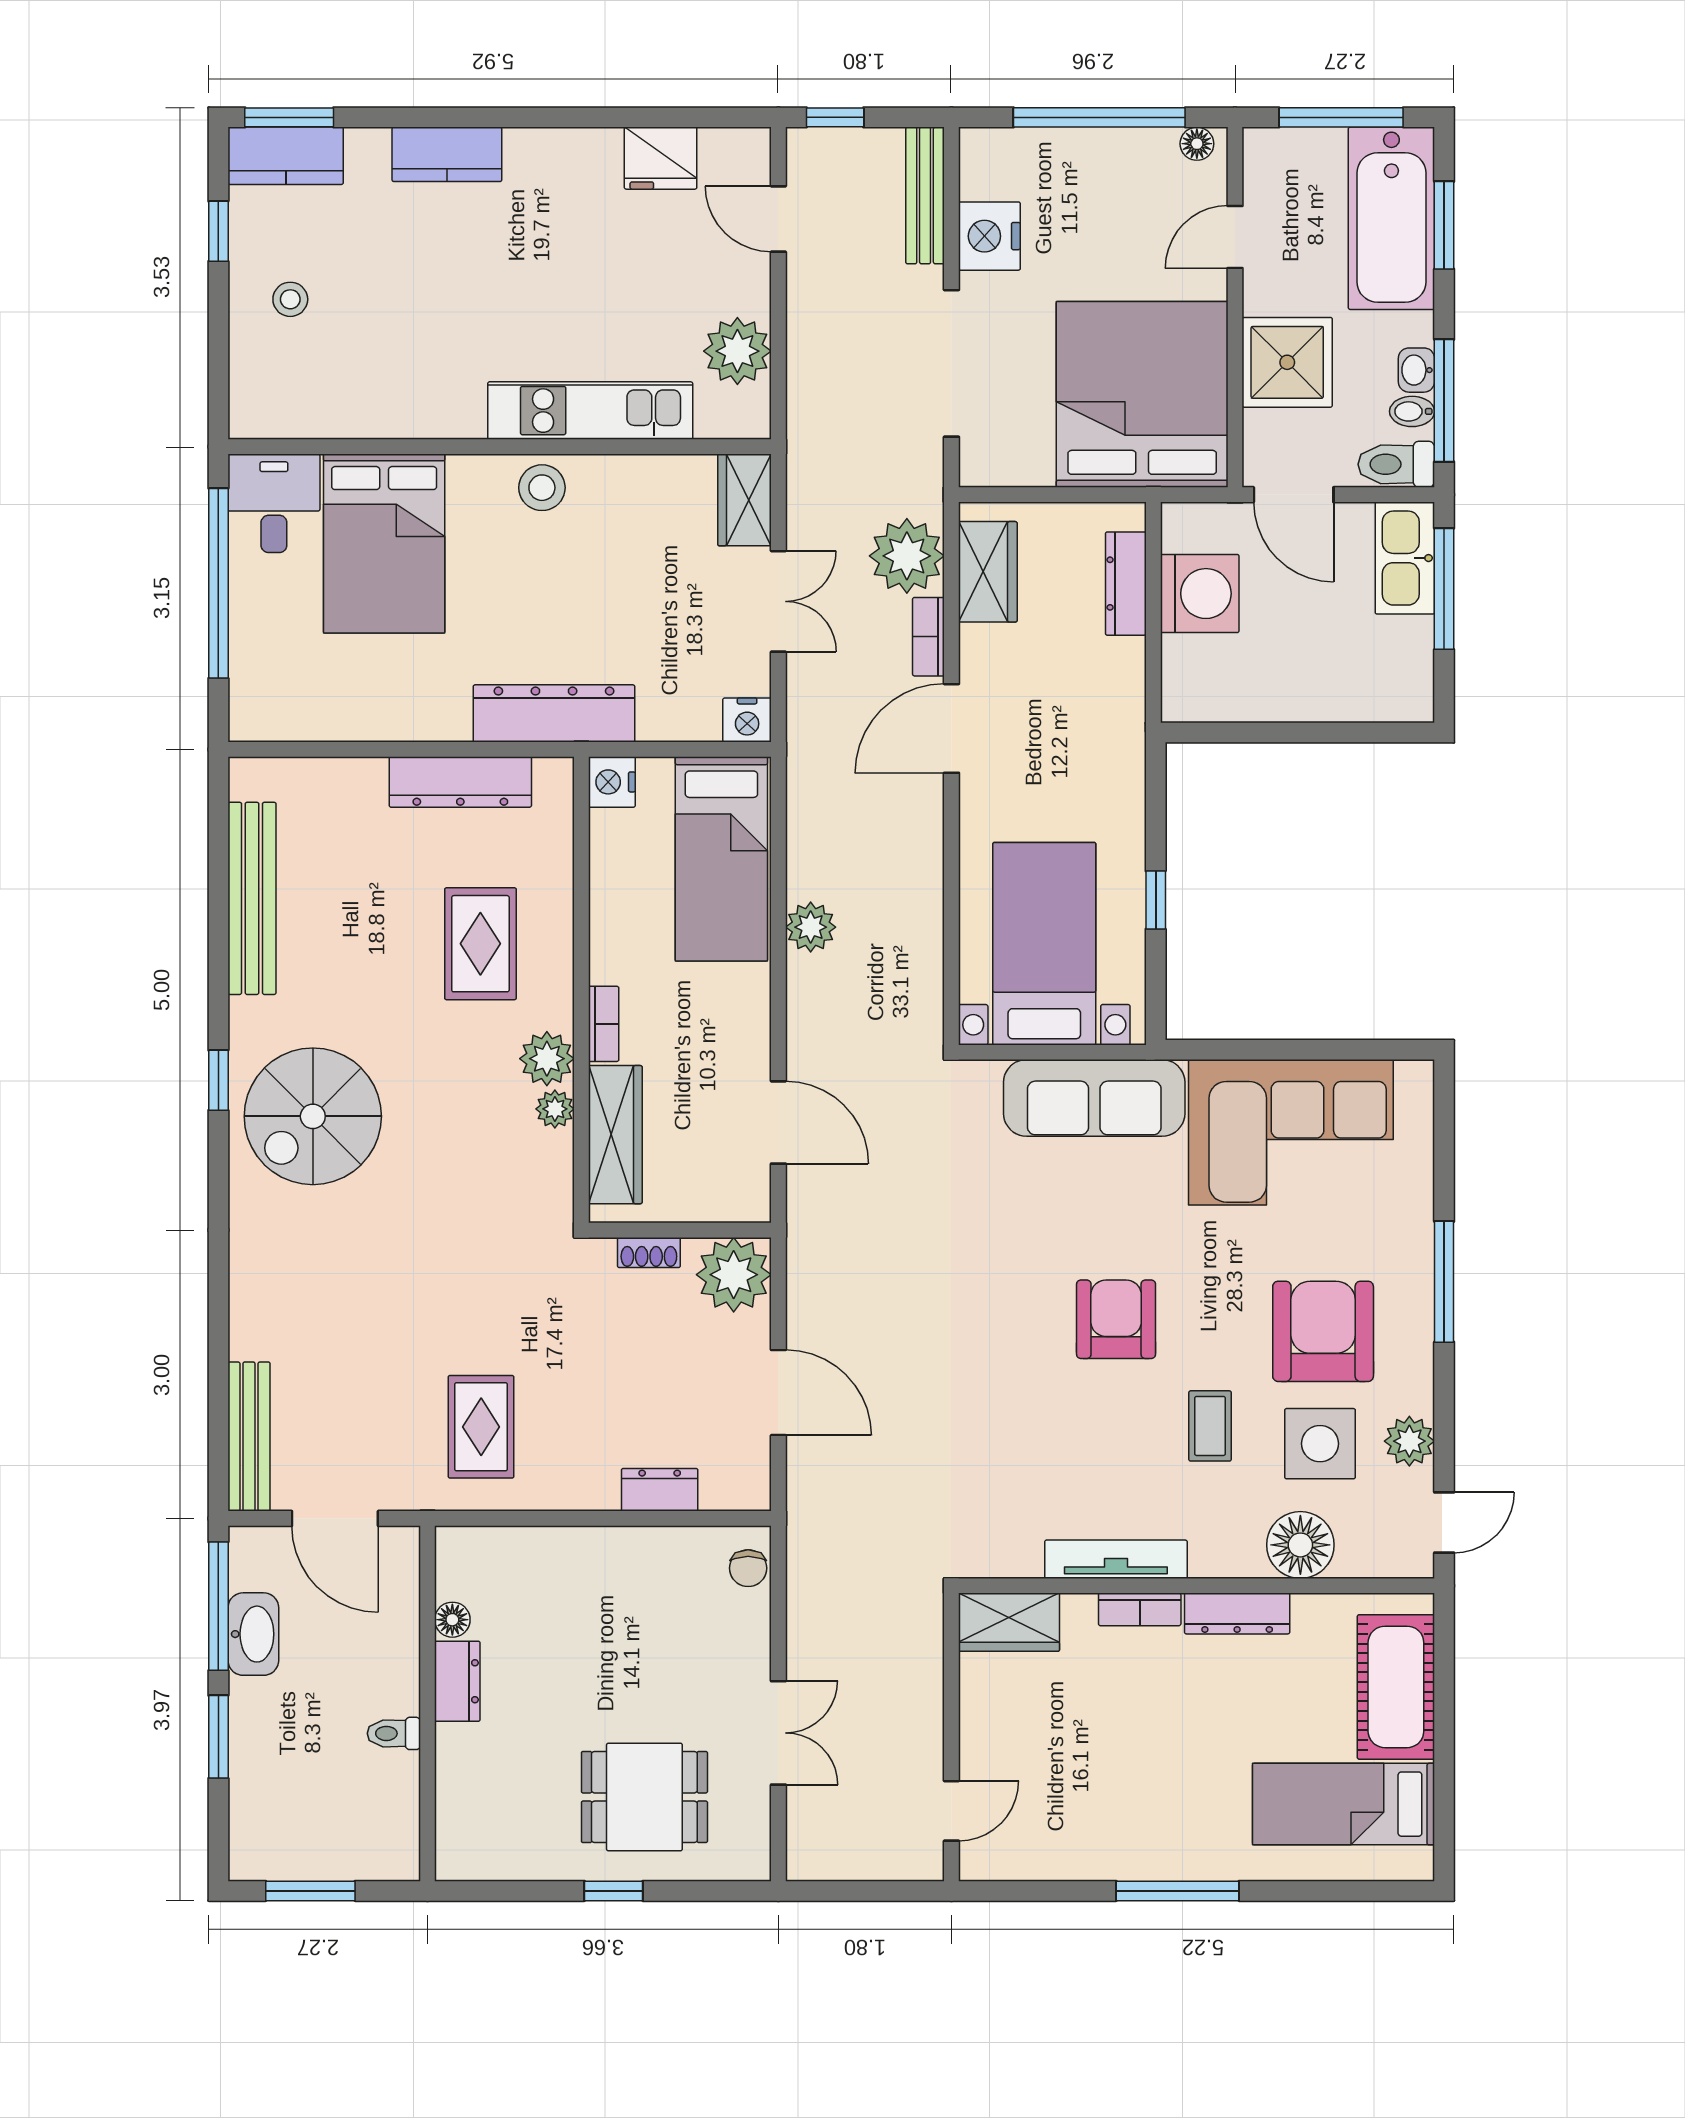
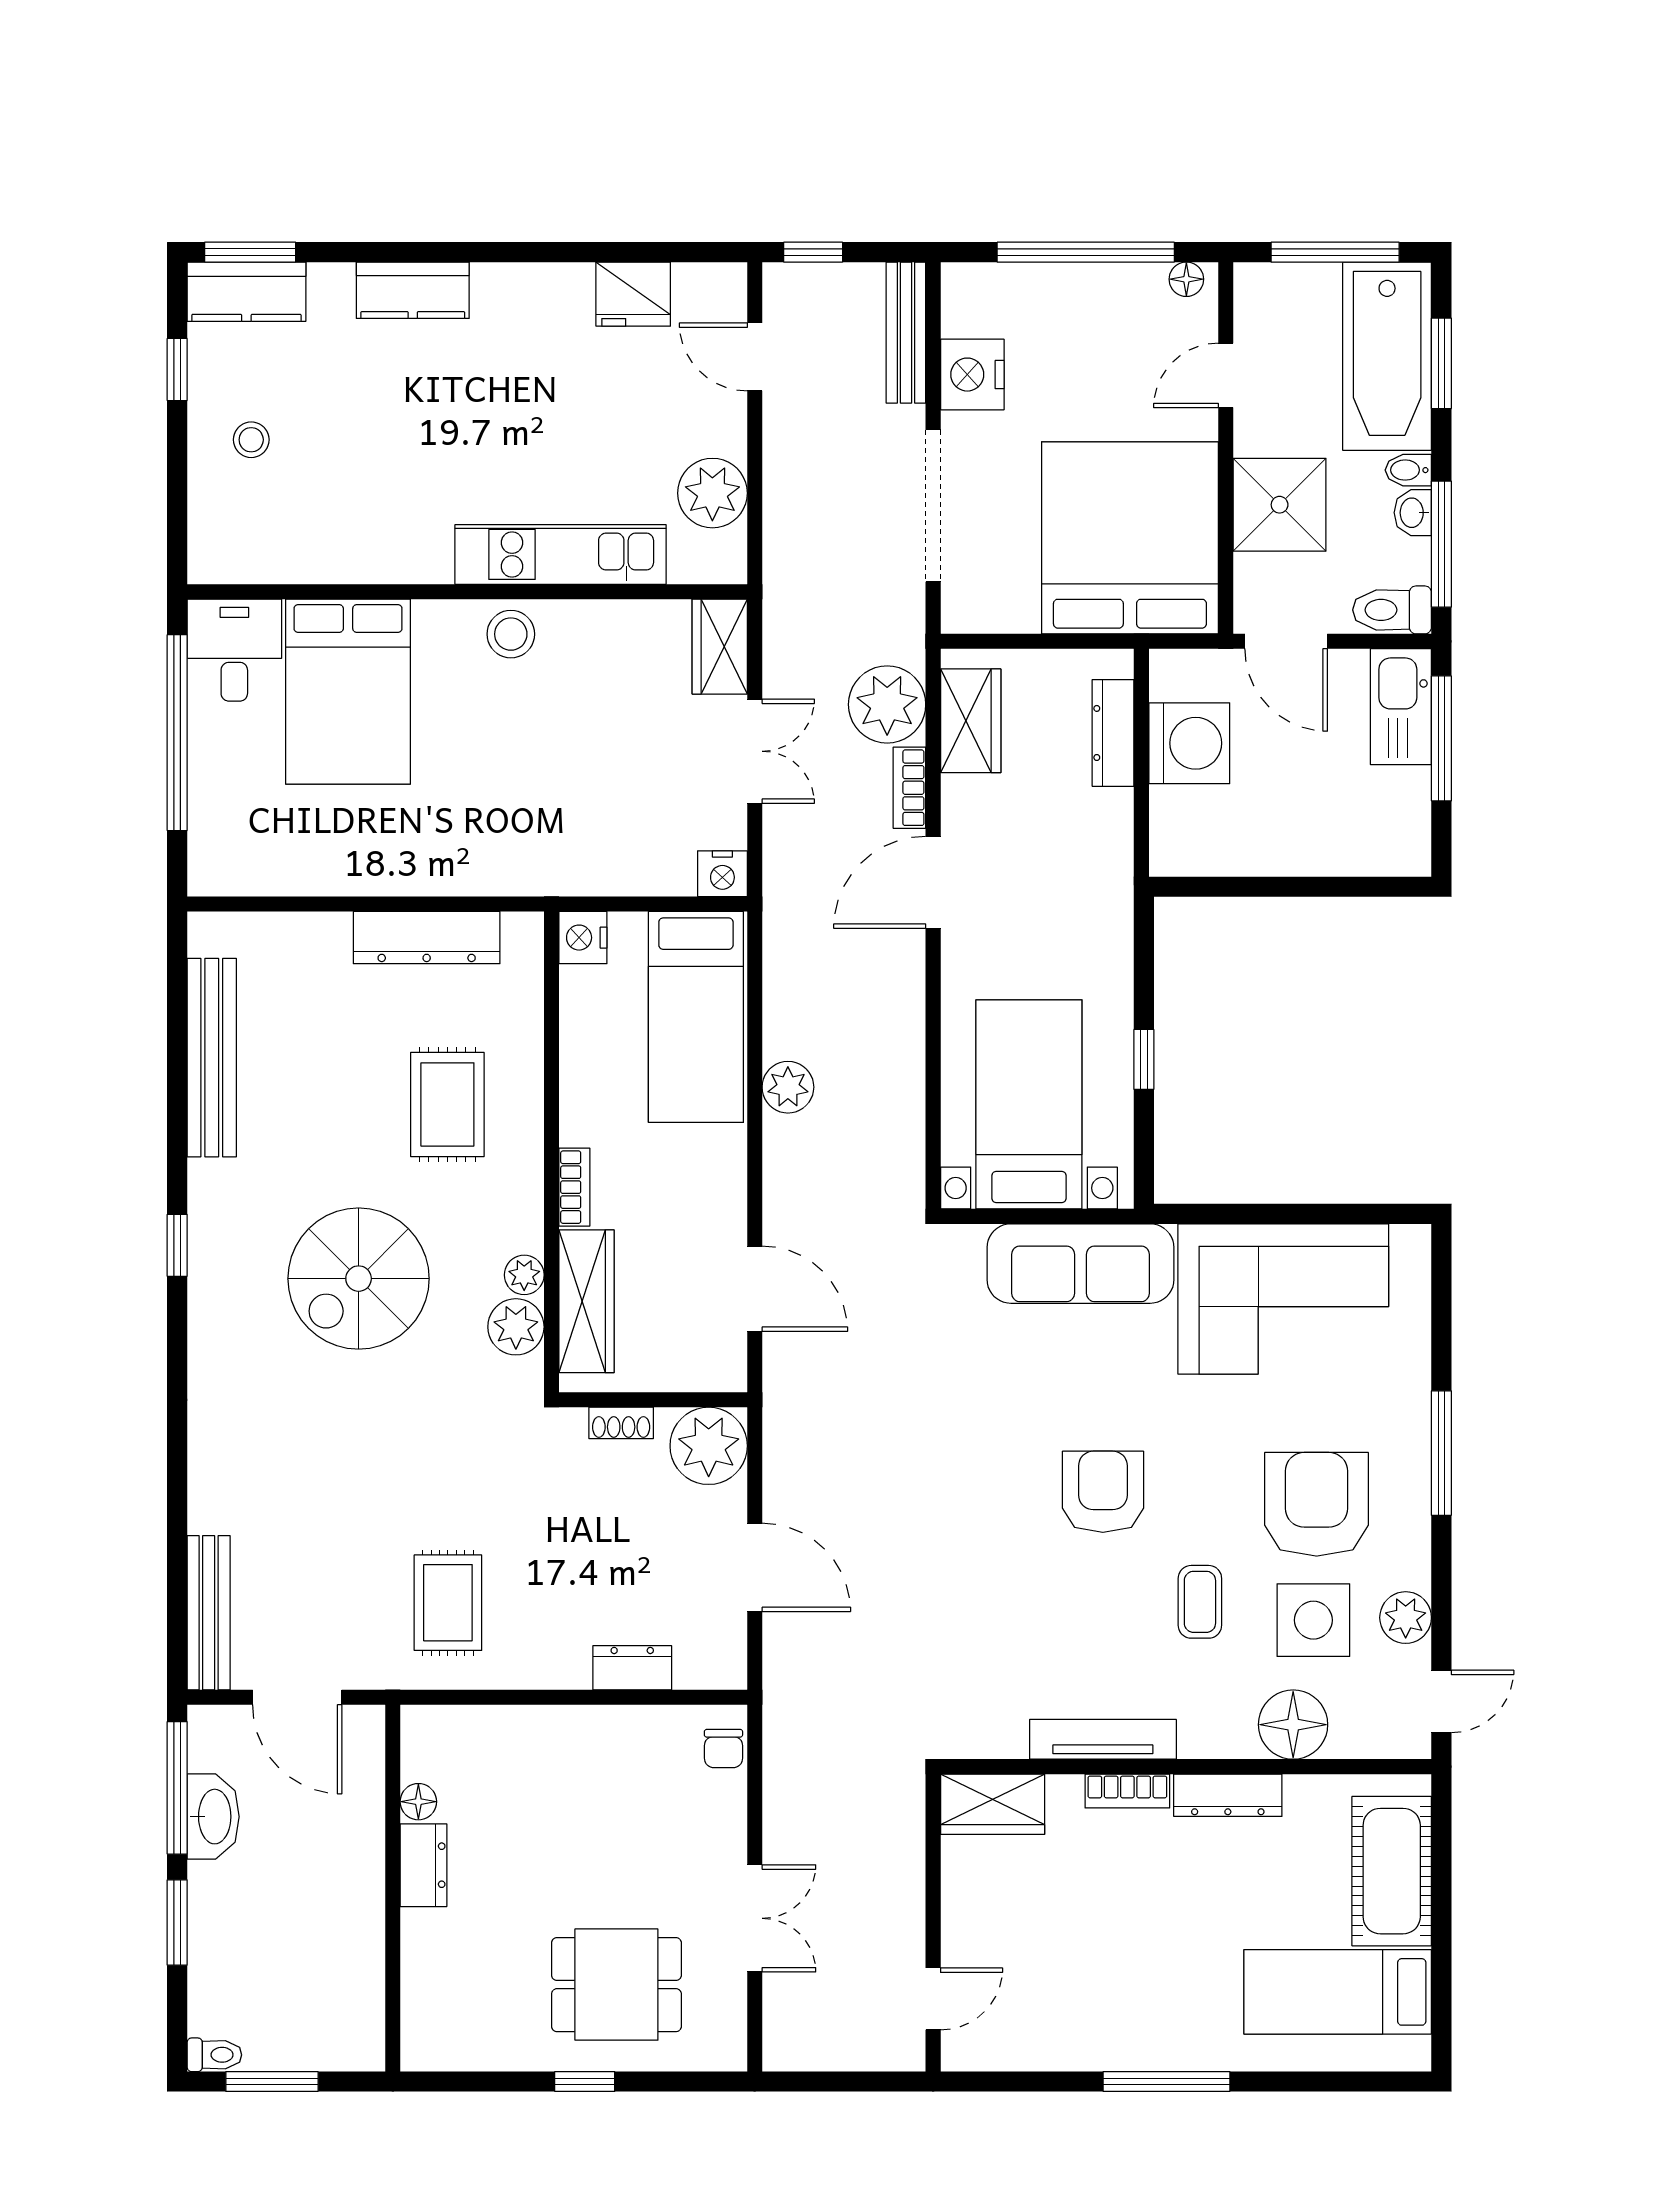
bidet: (1412, 411) -> (1408, 470), moved
dresser: (554, 713) -> (523, 867), removed
plant: (547, 1059) -> (516, 1327), moved
spiral stairs: (313, 1116) -> (359, 1279), moved
toilet: (394, 1733) -> (214, 2055), moved, turned 180

